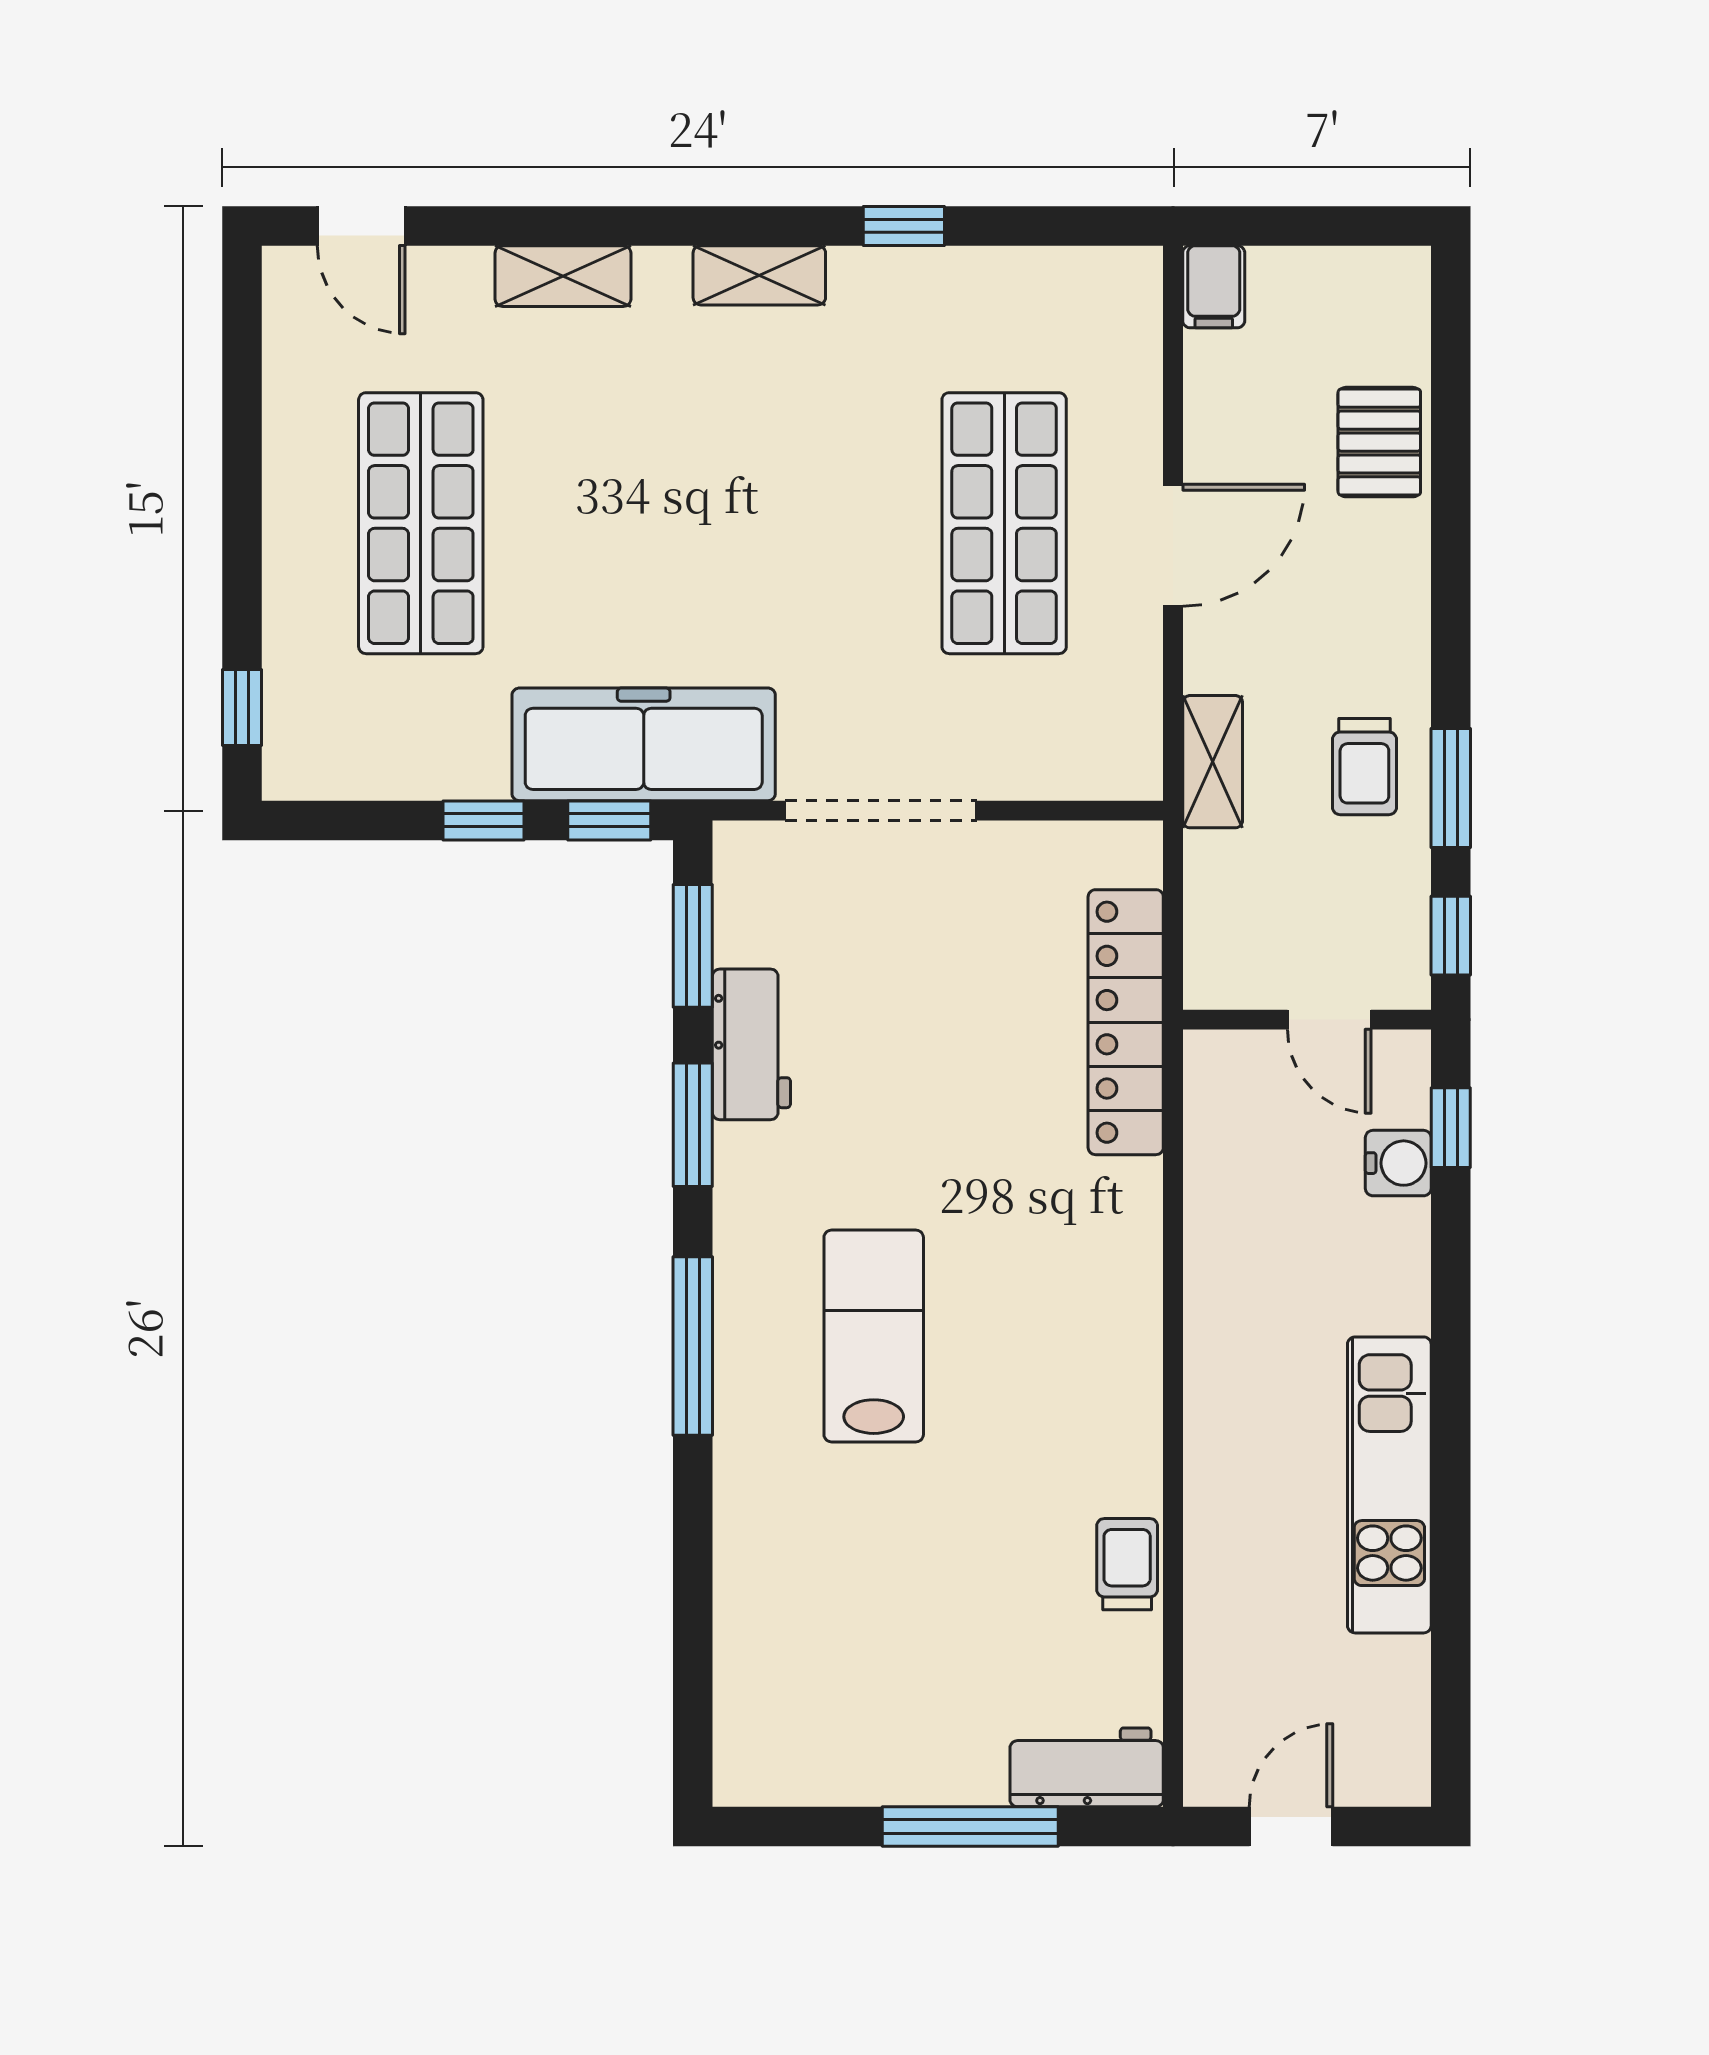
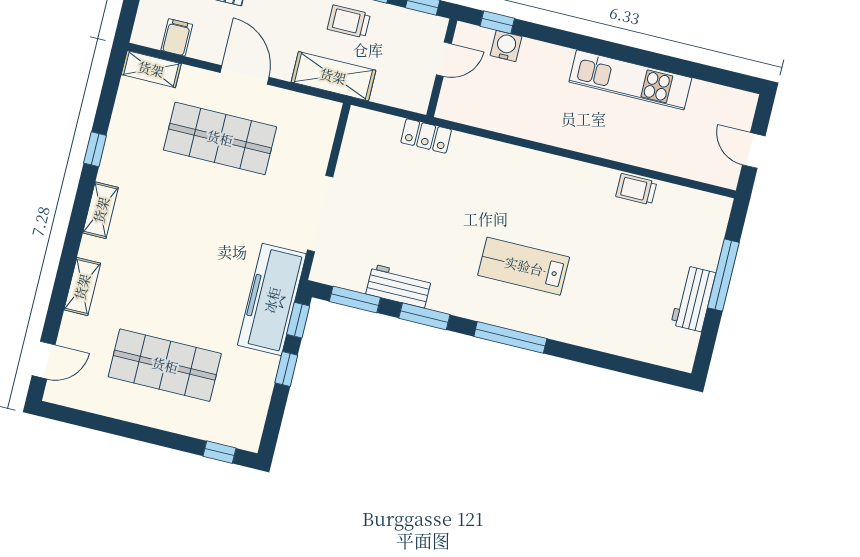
filing cabinet: (1214, 287) -> (177, 37), moved, turned -90
shelving: (1132, 315) -> (151, 69), added
shelving: (1213, 762) -> (333, 76), width x1.50, depth x1.33
trolley: (1364, 767) -> (349, 21), turned 180
locker: (1126, 1022) -> (426, 136), width x0.46, depth x0.83
workbench: (1087, 1767) -> (693, 299), moved

